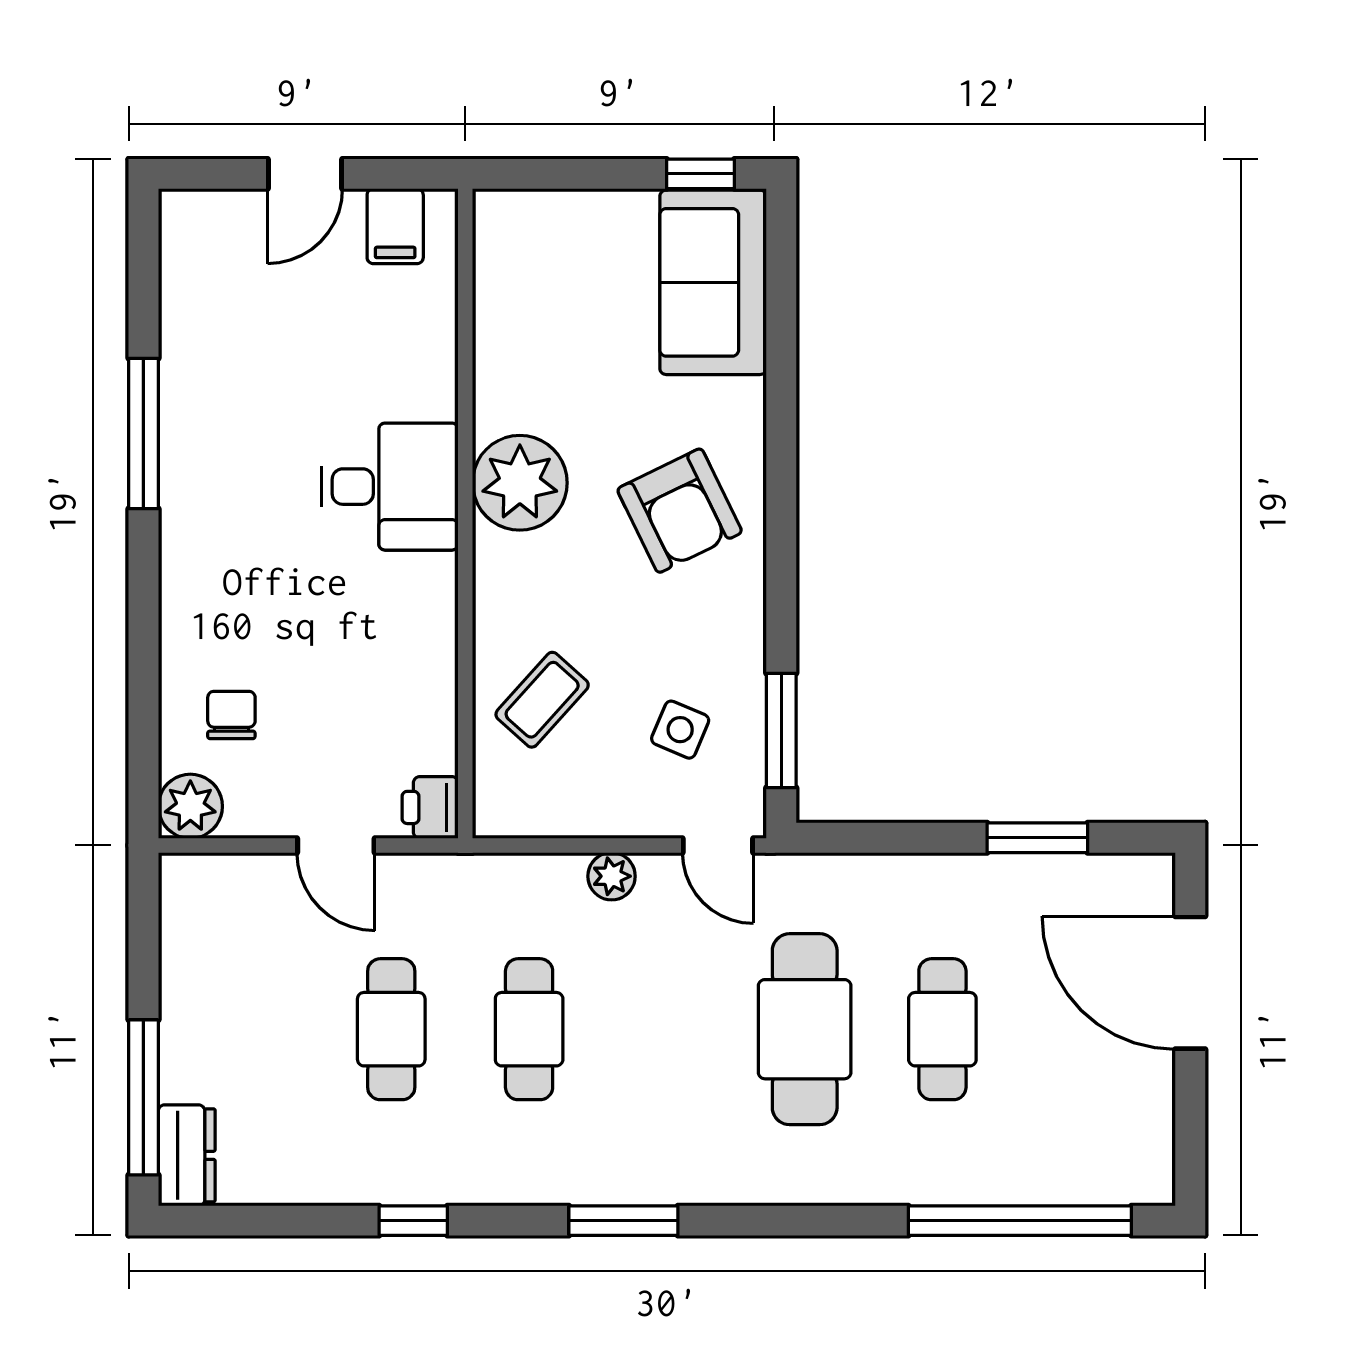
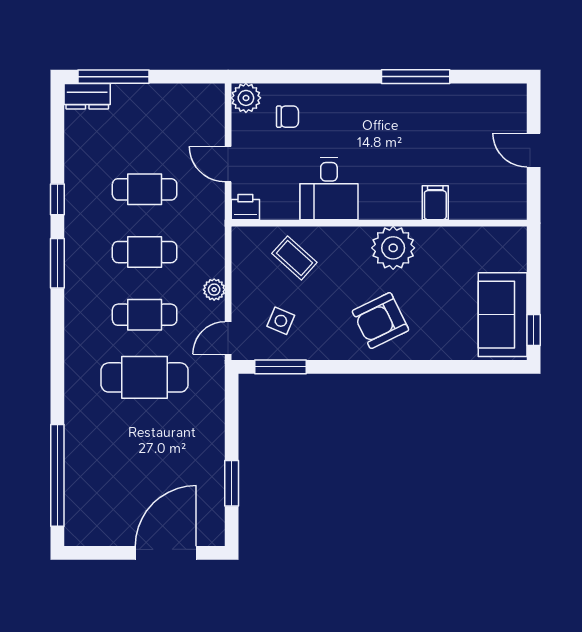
filing cabinet: (395, 226) -> (435, 203), moved, turned 90
sofa: (713, 282) -> (503, 315), moved, turned -90
desk: (390, 487) -> (329, 189), moved
door: (336, 845) -> (228, 164), hinge flipped
cafe table: (942, 1029) -> (145, 315), moved
window: (623, 1221) -> (57, 263), moved

